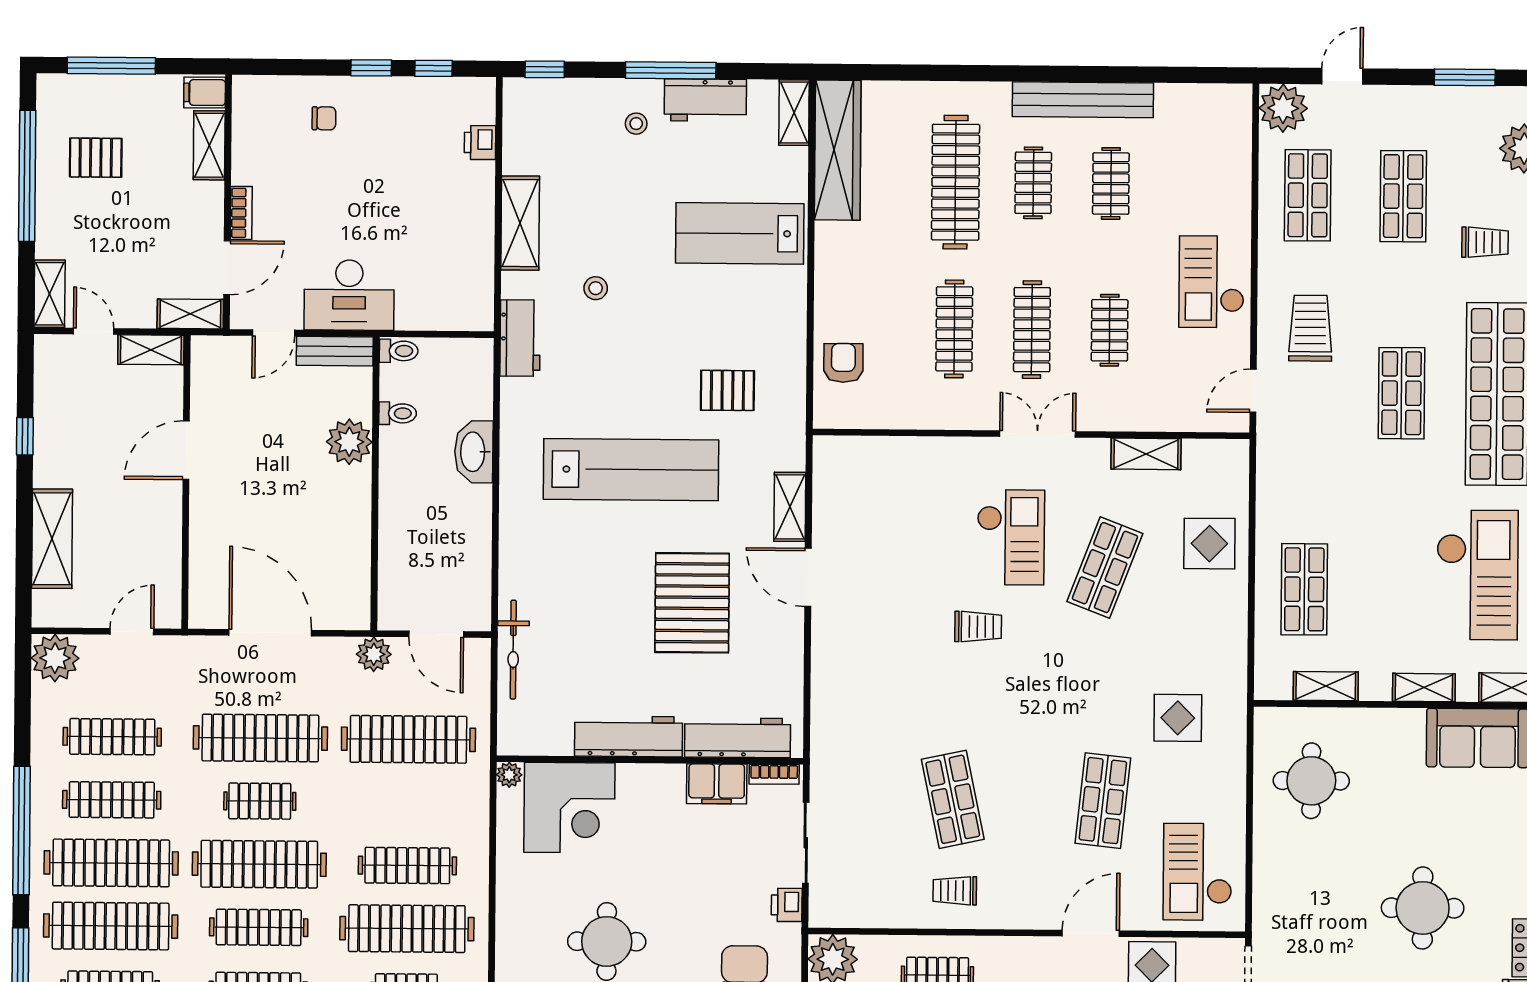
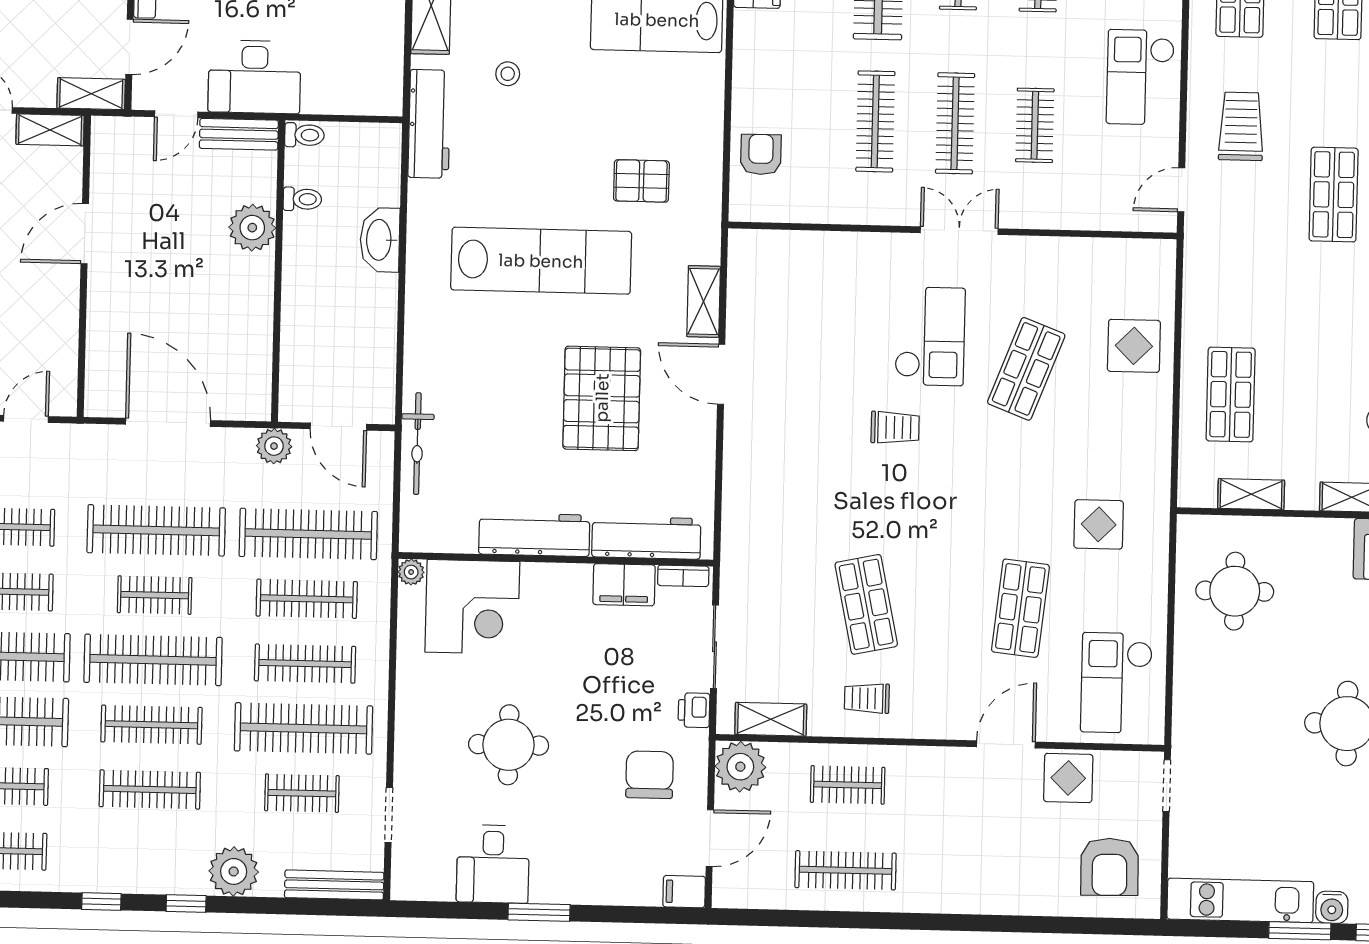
workbench: (520, 338) -> (429, 124), width x1.38
shelving: (1146, 454) -> (771, 719), moved
clothes rail: (408, 802) -> (307, 599), added

